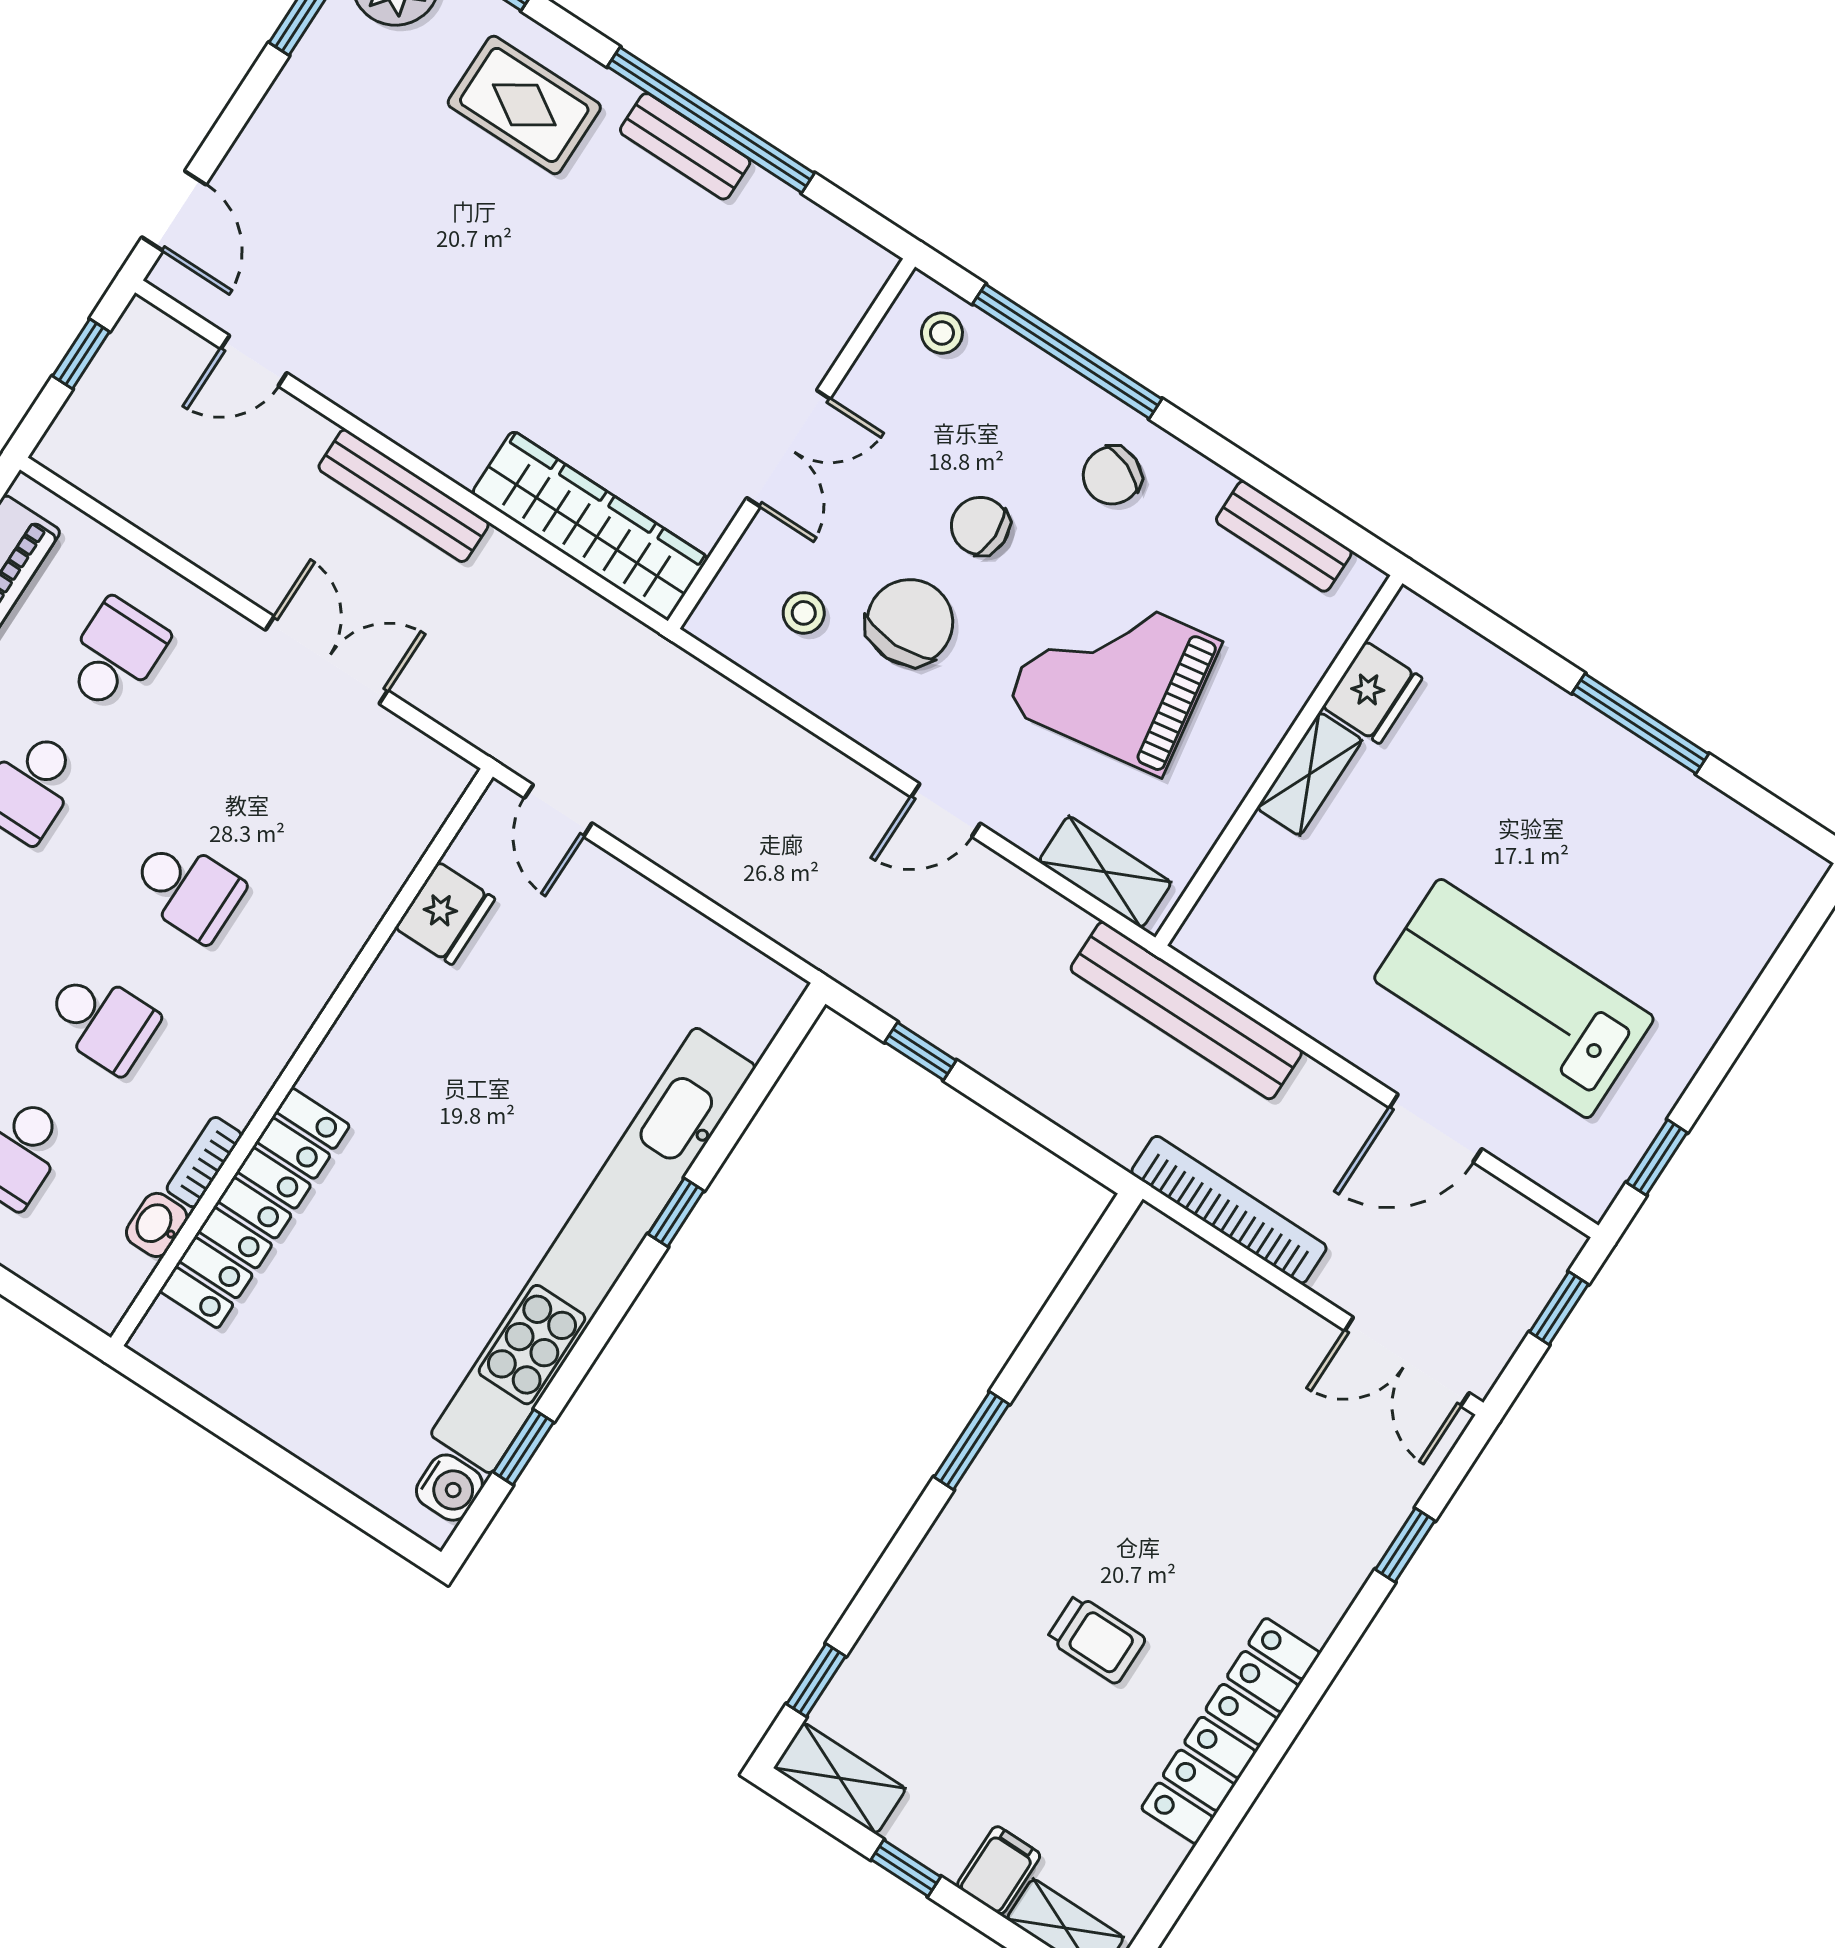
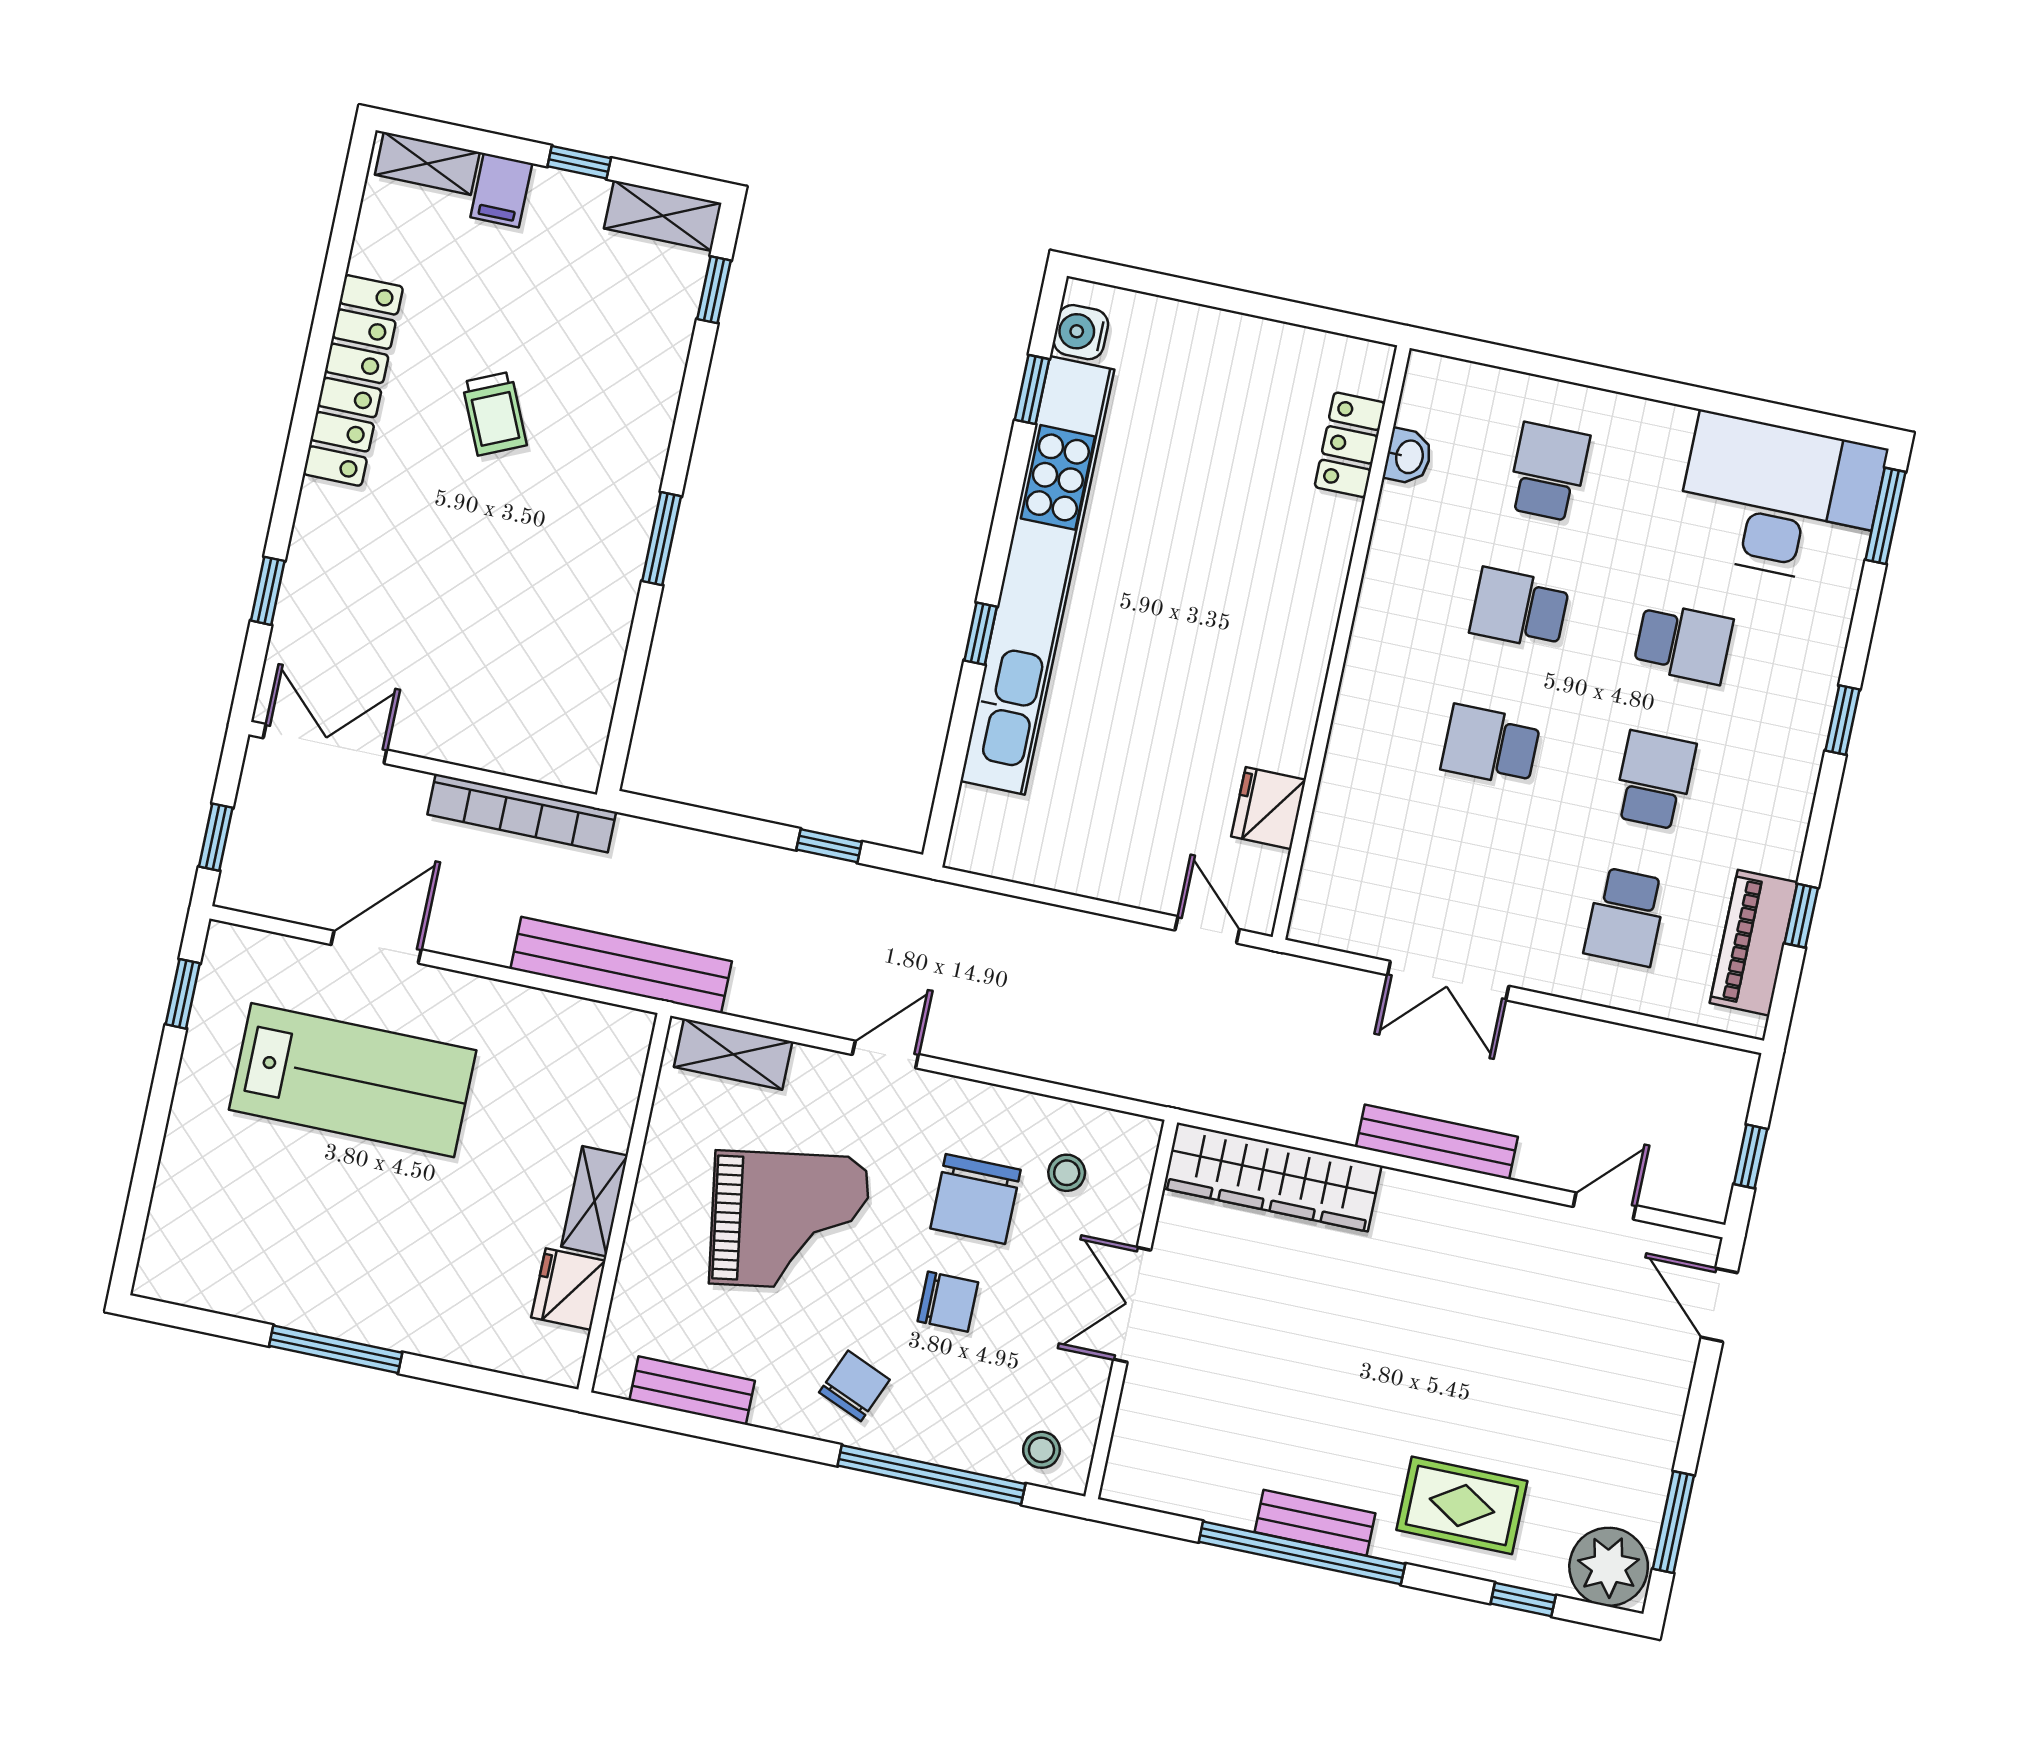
bookcase: (204, 1162) -> (1389, 524), removed
locker: (255, 1208) -> (1350, 445), width x0.46, depth x0.83
trolley: (1096, 1639) -> (494, 414), turned -114

